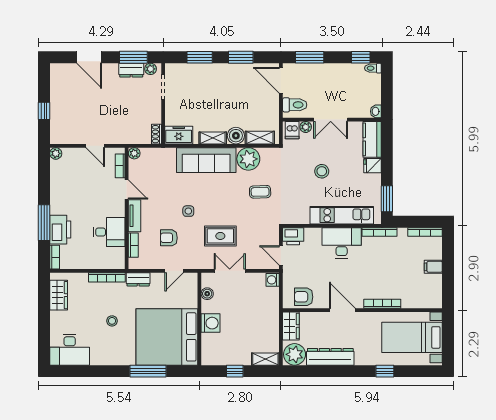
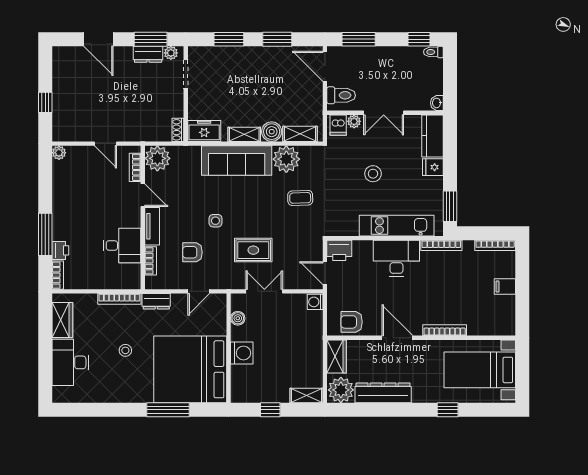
plant: (134, 153) -> (157, 158), width x1.88, depth x1.88
printer: (60, 230) -> (60, 250), width x0.53, depth x0.68
desk: (70, 350) -> (70, 362), moved, turned 90

